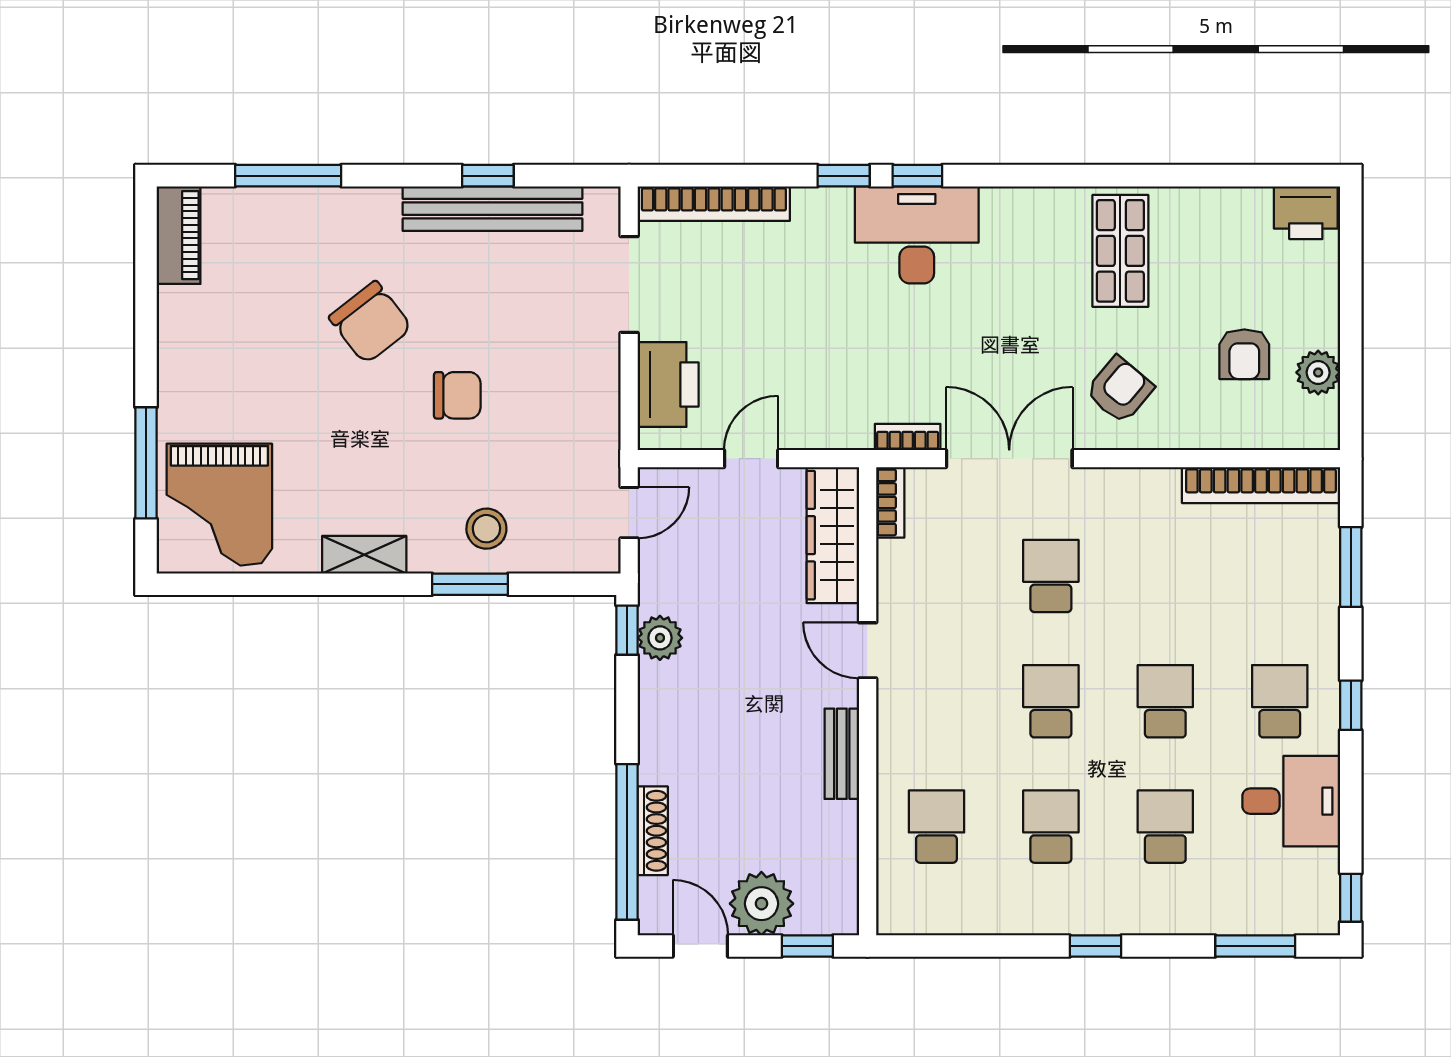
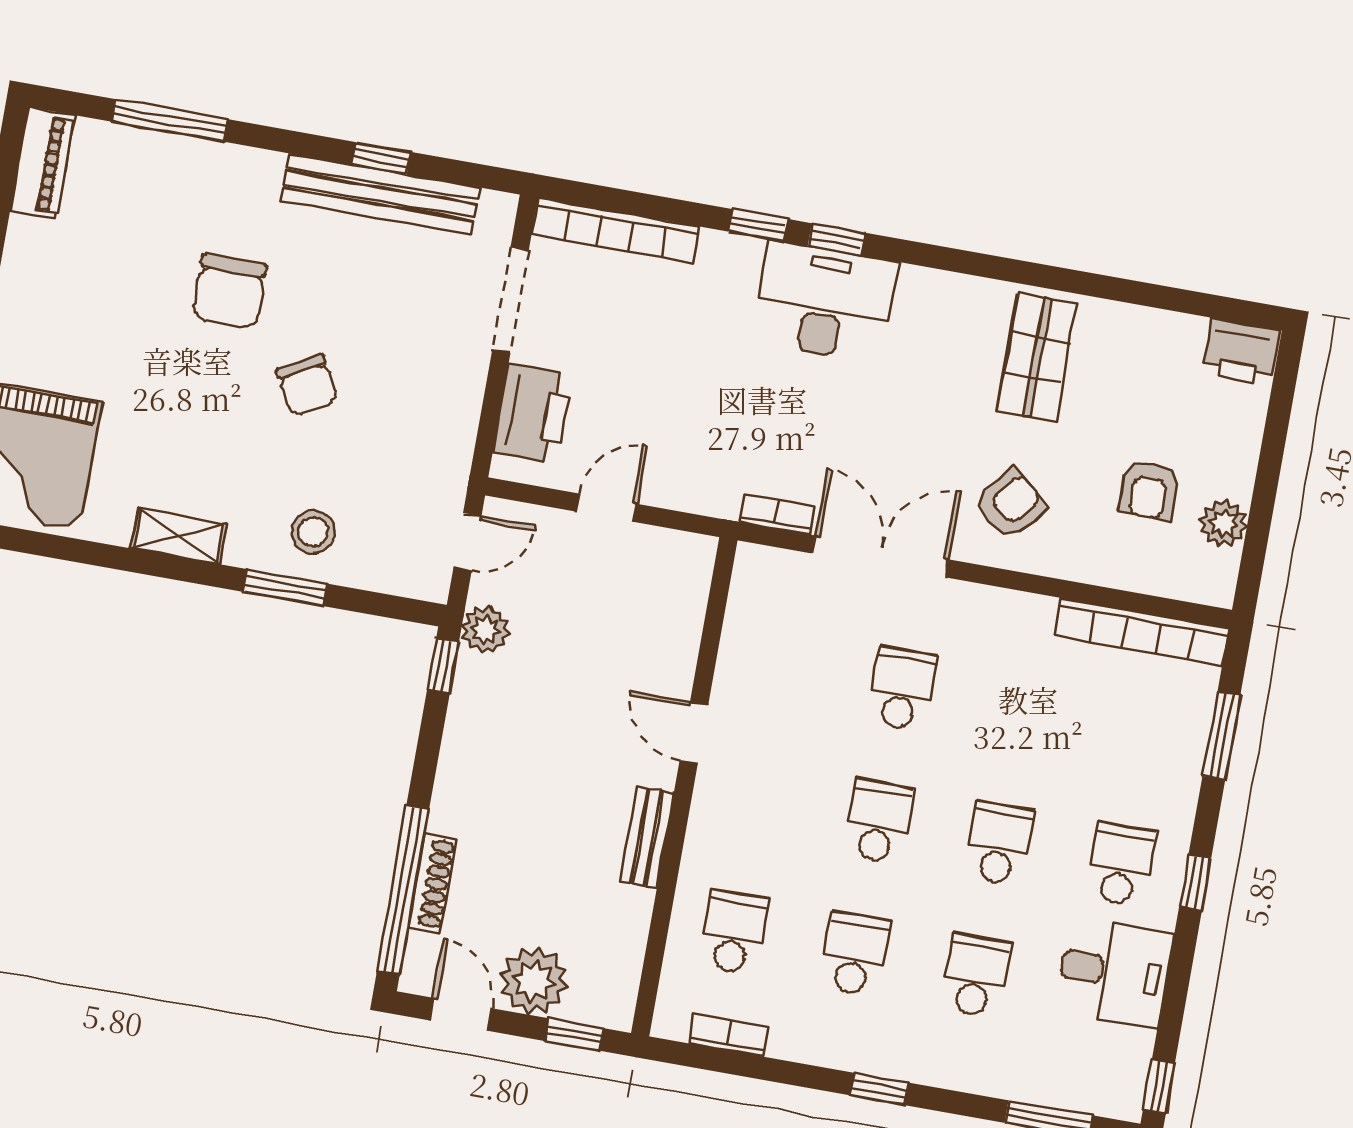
chair: (370, 322) -> (229, 291), turned 38
chair: (457, 395) -> (307, 385), turned 61
bookcase: (890, 502) -> (728, 1035), moved, turned -90
wardrobe: (833, 535) -> (679, 604), removed
plant: (660, 638) -> (485, 630), moved

